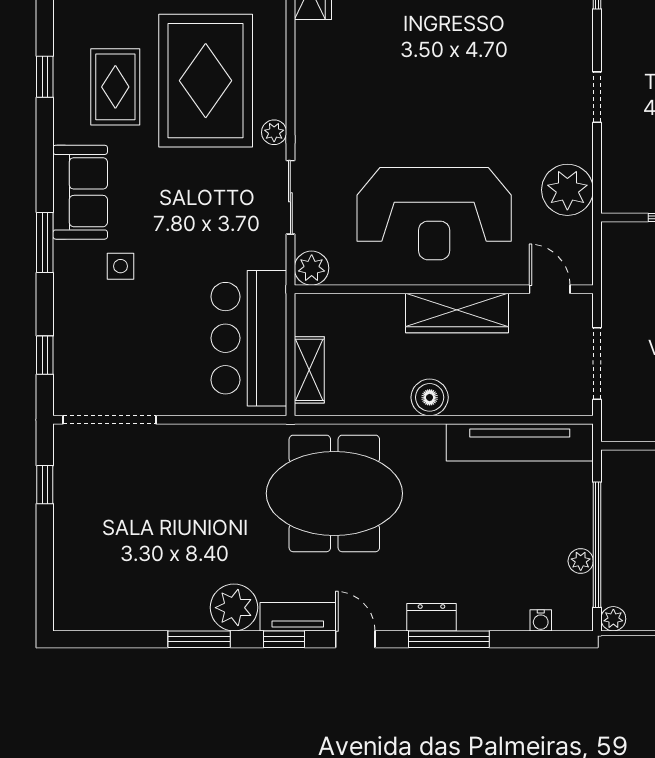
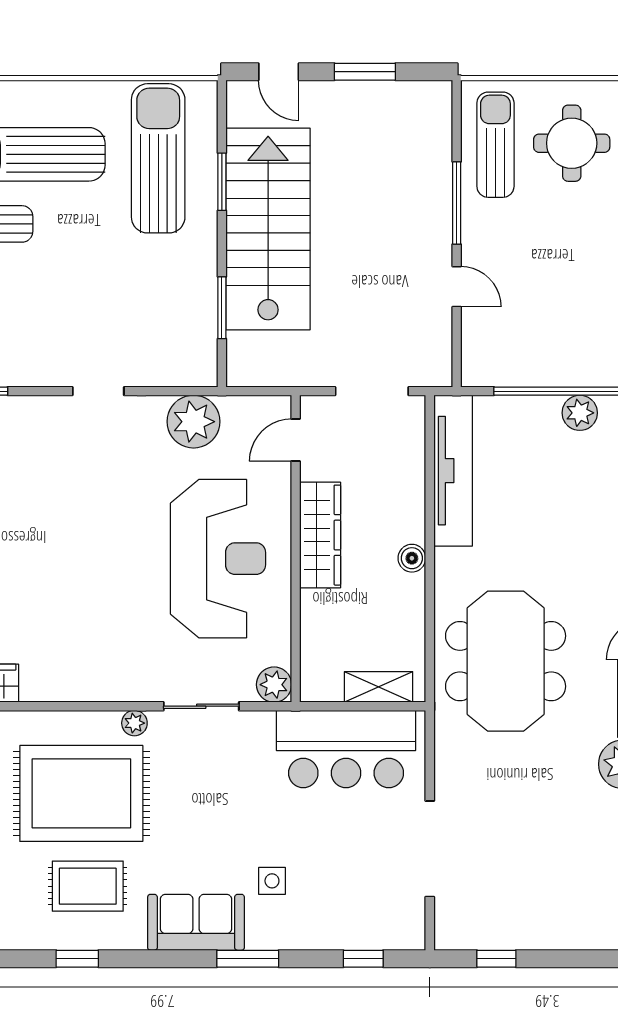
boiler: (430, 397) -> (412, 558), width x0.73, depth x0.73
doorway: (110, 420) -> (430, 849), moved
plant: (581, 561) -> (580, 413), width x1.38, depth x1.38

